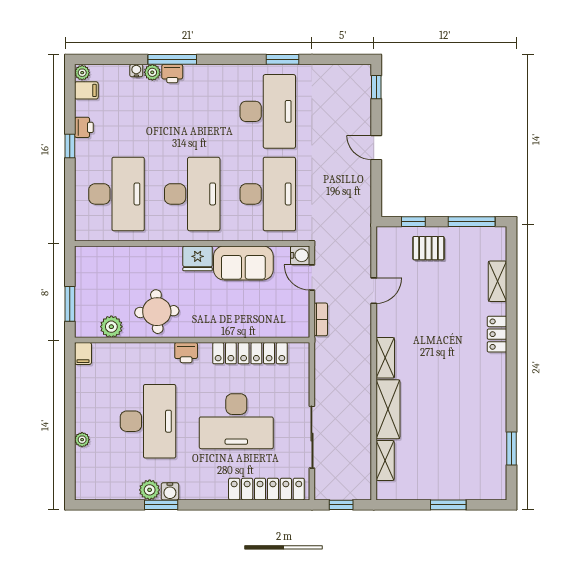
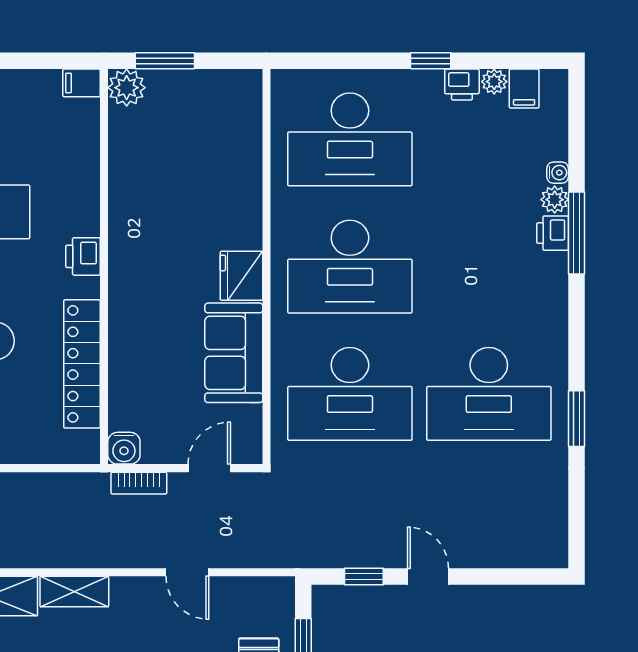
plant: (82, 73) -> (494, 82), moved
window: (376, 87) -> (364, 576), moved
door: (376, 148) -> (428, 576), hinge flipped
water cooler: (300, 255) -> (124, 448), moved
round table: (157, 312) -> (152, 207), removed
plant: (111, 327) -> (127, 88), moved

